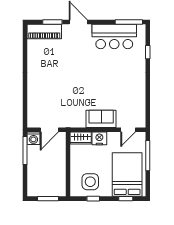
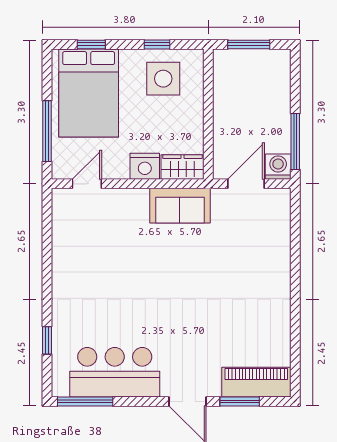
sofa: (101, 119) -> (180, 206), moved

